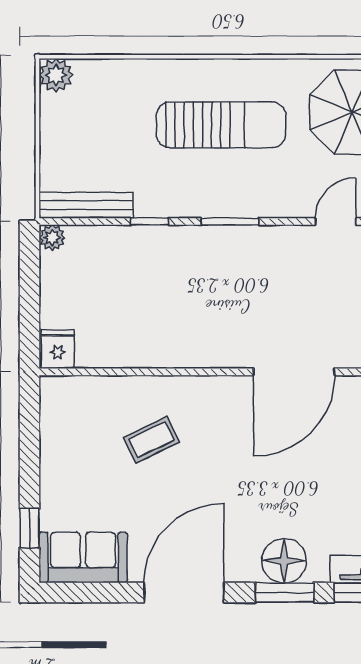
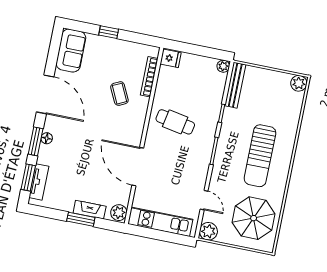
cafe table: (187, 313) -> (175, 122), added
bookcase: (104, 386) -> (149, 77), added
window: (30, 528) -> (109, 32), moved
floor lamp: (284, 561) -> (47, 138), width x0.53, depth x0.53

